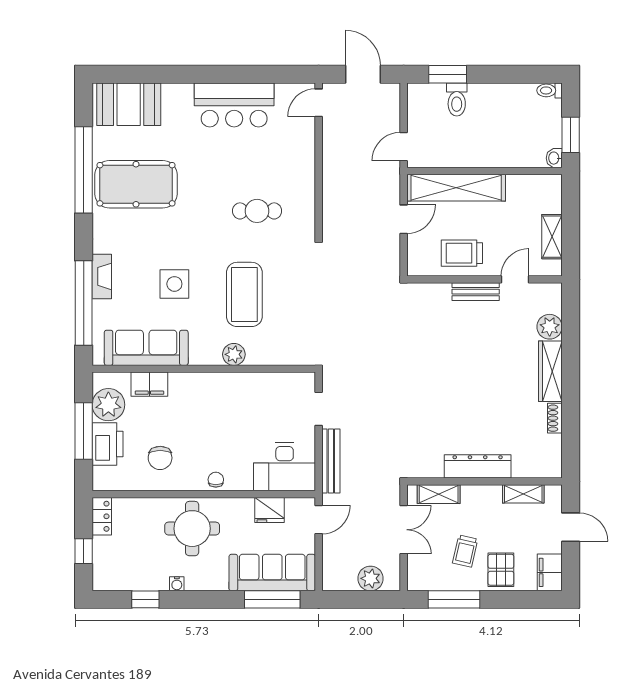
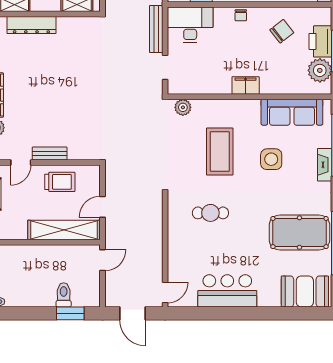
plant: (234, 354) -> (183, 107), moved
filing cabinet: (149, 384) -> (246, 86), moved
chair: (160, 458) -> (282, 31), turned 52
dresser: (478, 466) -> (31, 25), moved

